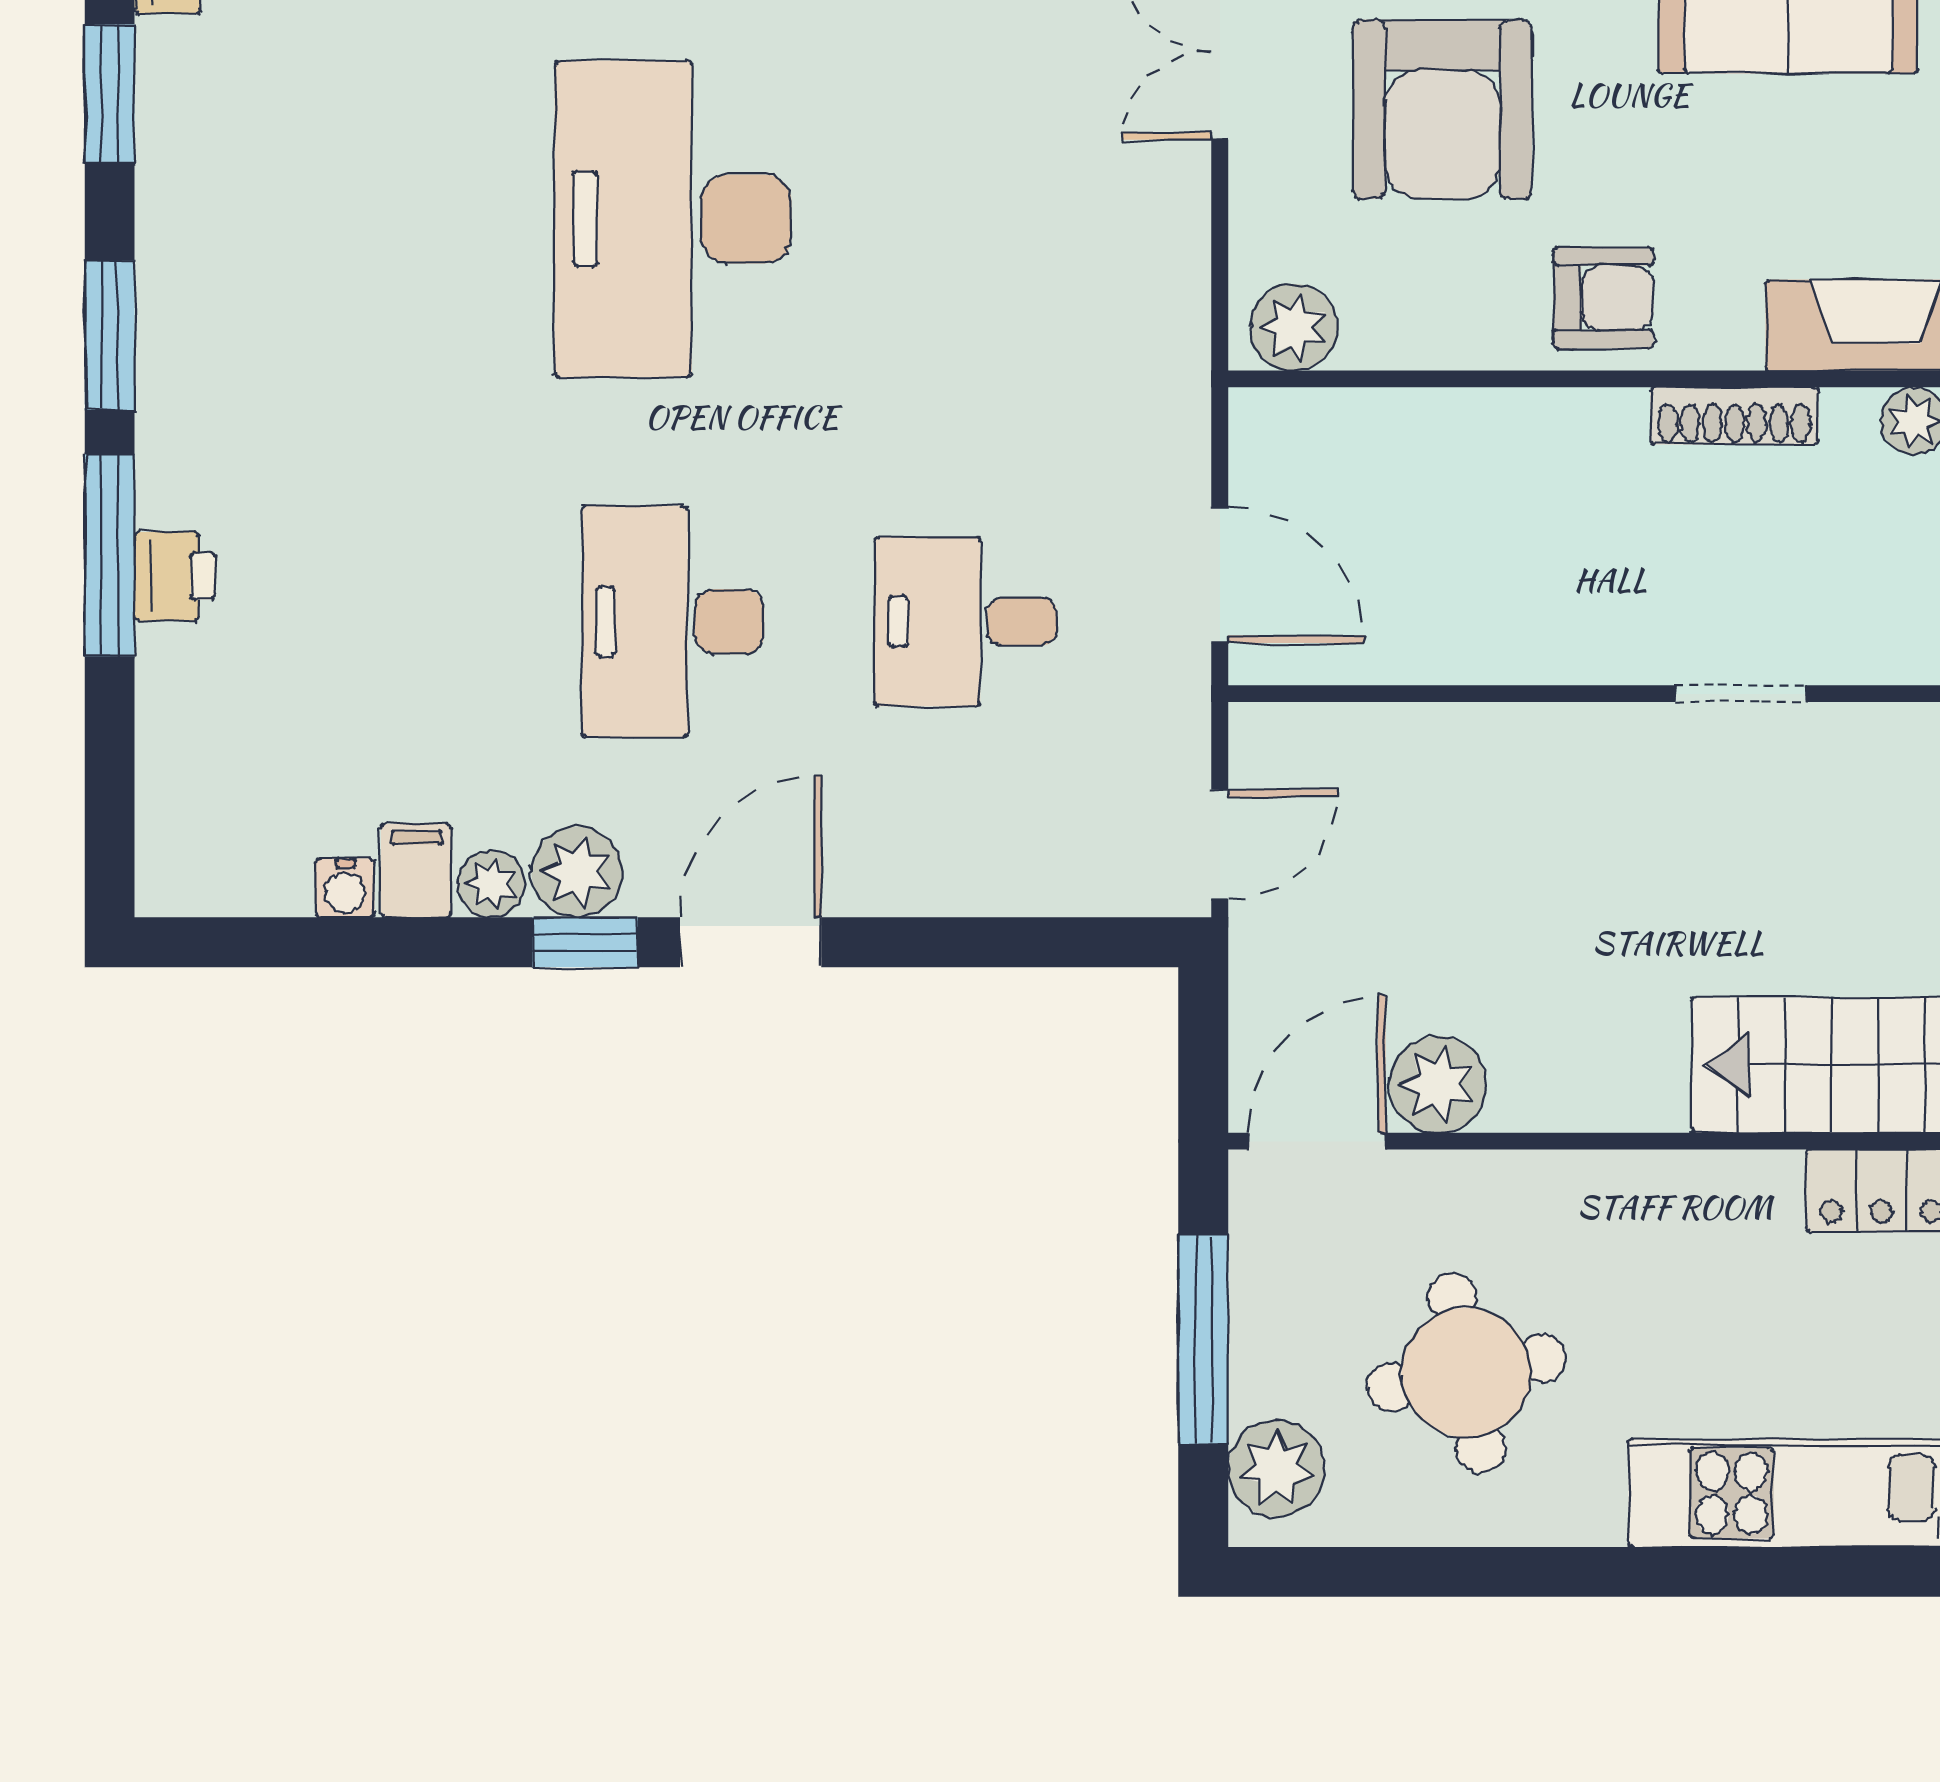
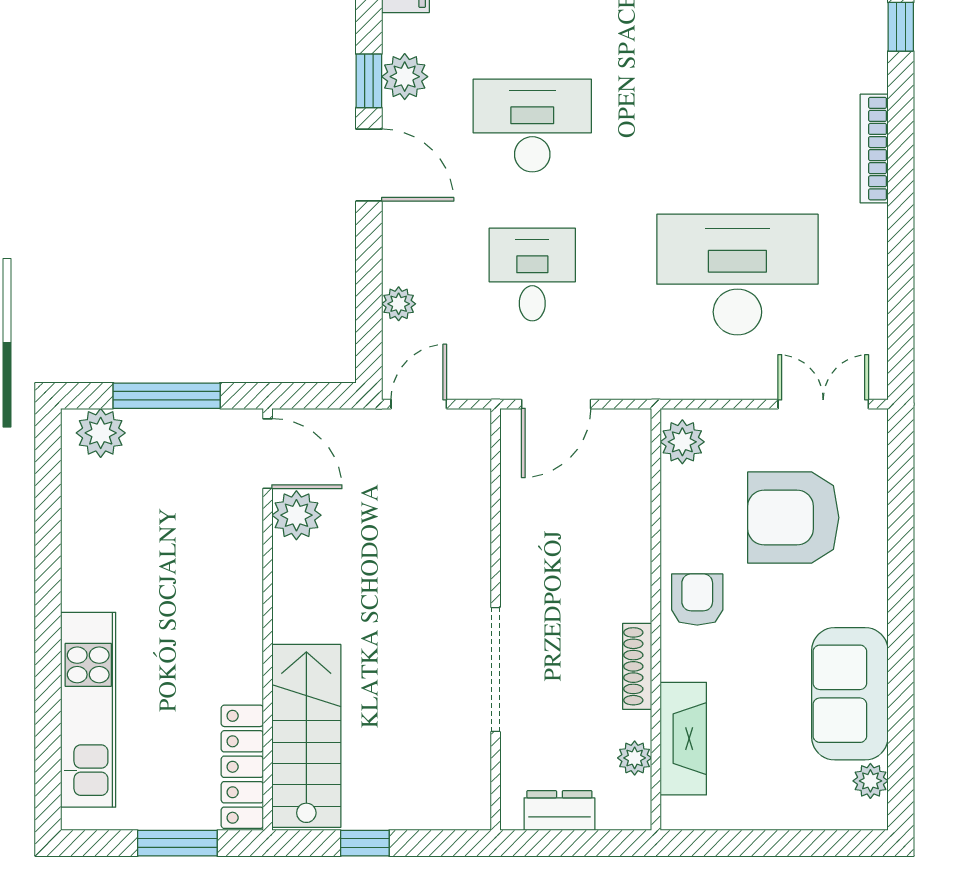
desk: (673, 219) -> (737, 275), moved
armchair: (1603, 298) -> (697, 600), turned 180
doorway: (1741, 694) -> (496, 670), width x1.87
door: (1220, 844) -> (419, 404), swing flipped
plant: (491, 884) -> (399, 304), moved
round table: (1466, 1373) -> (150, 530), removed

